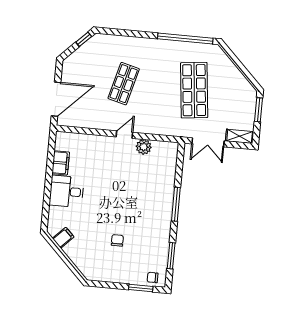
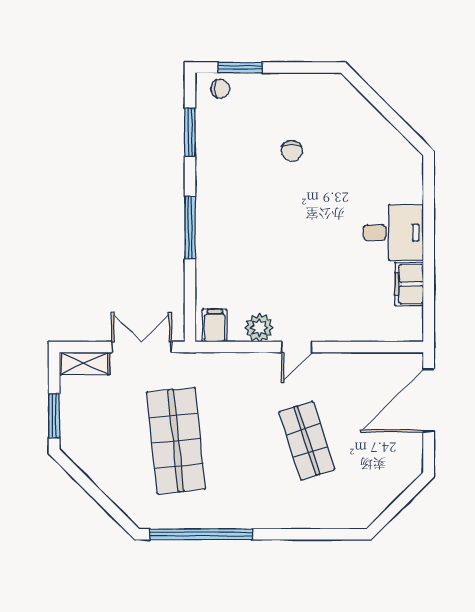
window: (84, 39) -> (388, 515), removed
shop shelf: (124, 84) -> (307, 441), turned -33
filing cabinet: (63, 238) -> (215, 326), moved, turned 135

